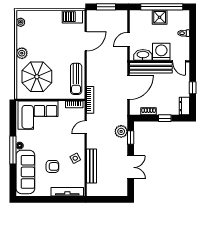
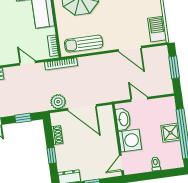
bench: (151, 68) -> (109, 131), removed
plant: (121, 131) -> (58, 102), moved

